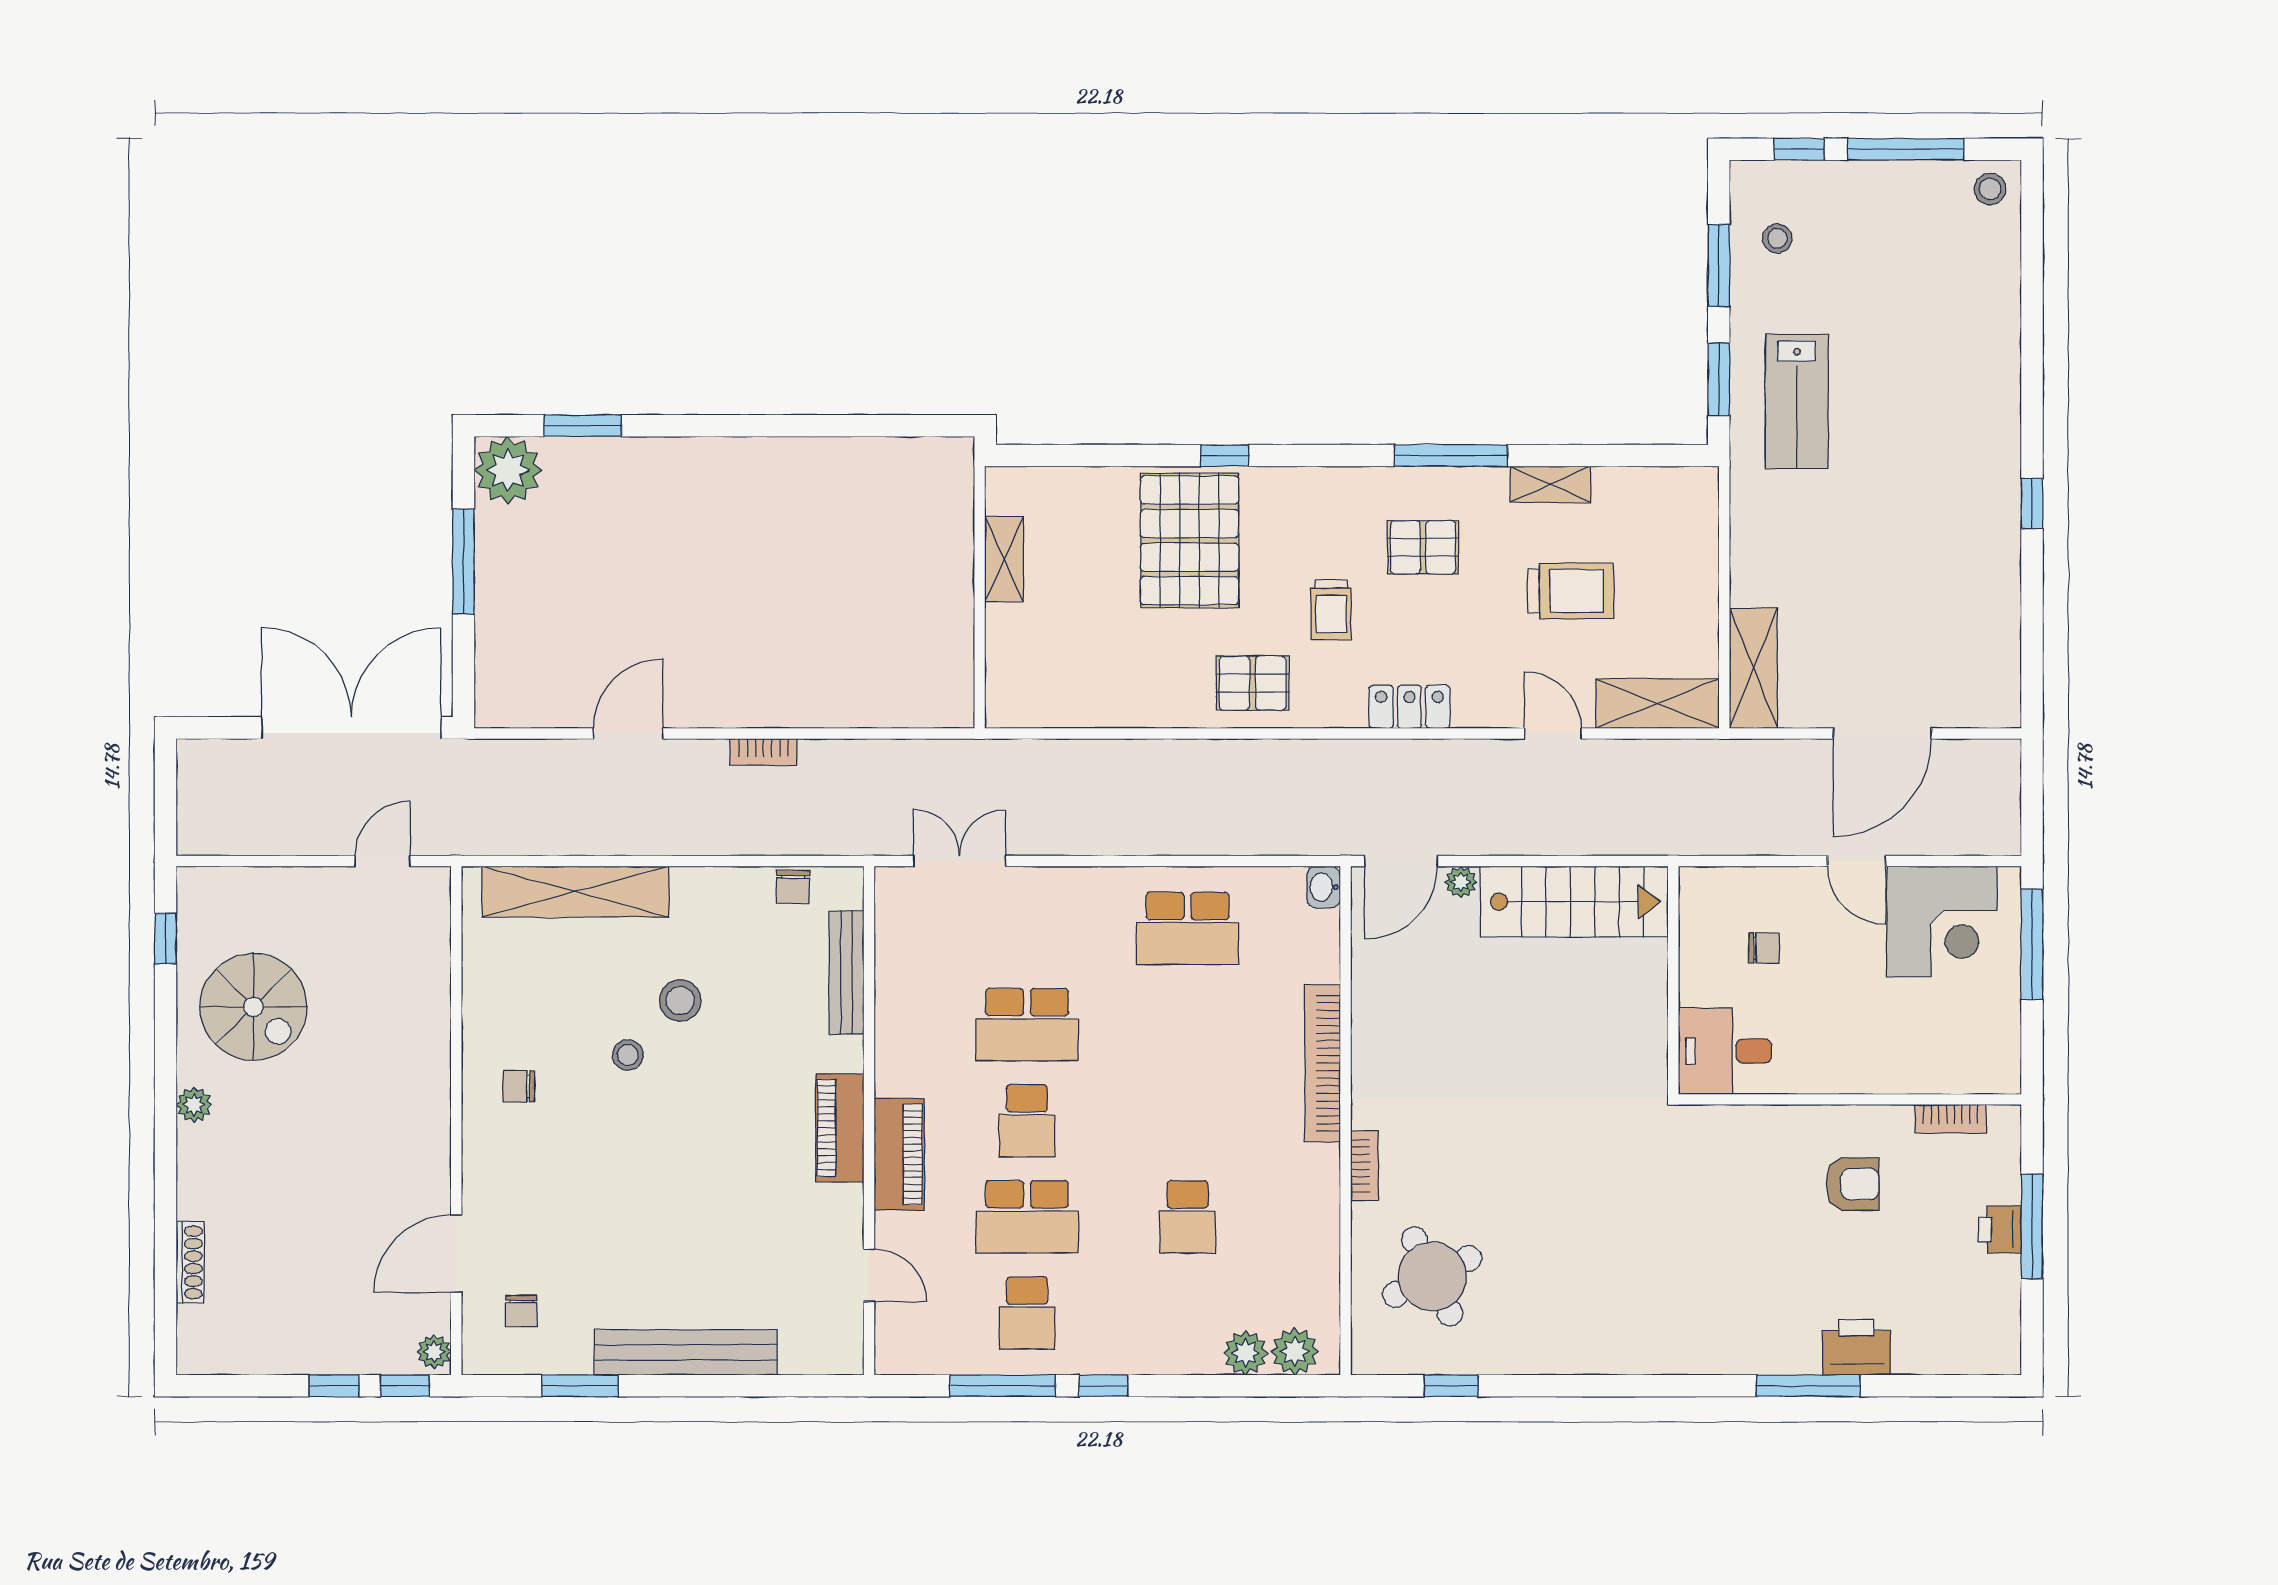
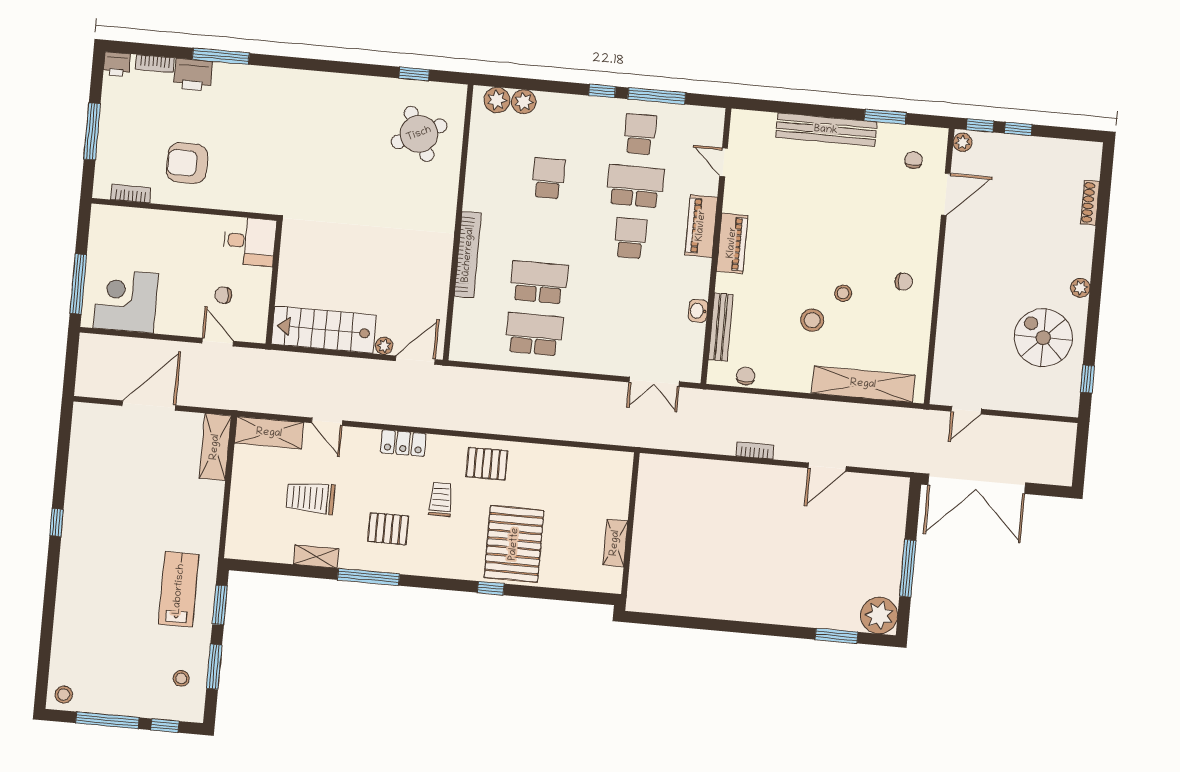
door: (1857, 861) -> (218, 342), moved
washbasin: (1324, 887) -> (698, 311), moved, turned 180
school desk: (1027, 1024) -> (539, 282), moved
bookcase: (1365, 1166) -> (155, 64), moved, turned -90
armchair: (1853, 1184) -> (187, 163), width x1.38, depth x1.38
printer: (2000, 1229) -> (117, 64), moved, turned 90

